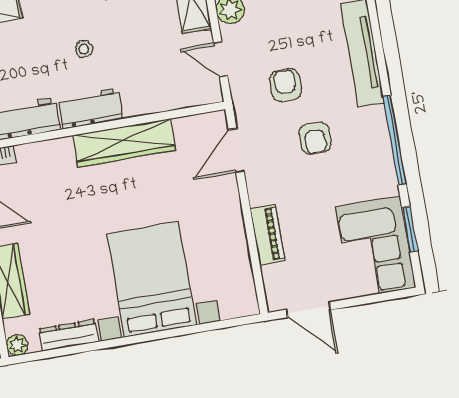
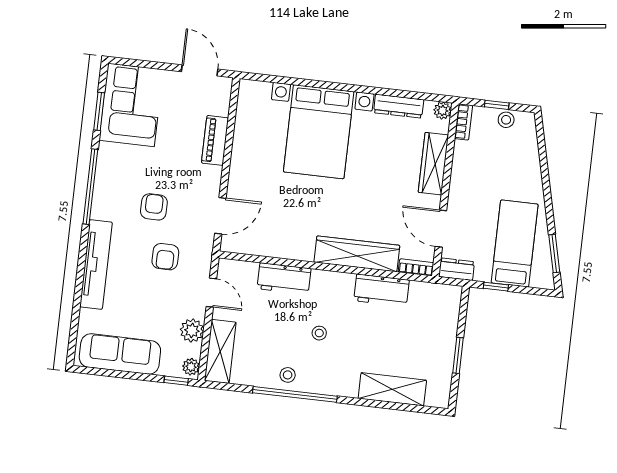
workbench: (90, 109) -> (284, 279), moved
wardrobe: (124, 143) -> (357, 254), moved

